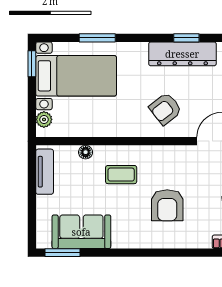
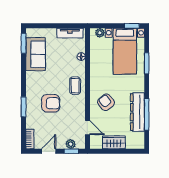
window: (186, 38) -> (147, 114), width x2.17
coffee table: (121, 175) -> (75, 86), moved
armchair: (167, 205) -> (51, 103), turned 180
window: (174, 253) -> (24, 107), added

